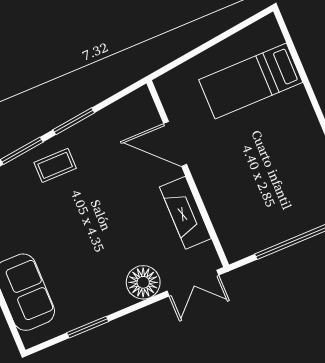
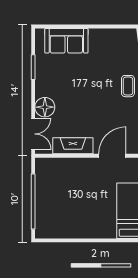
double door: (193, 283) -> (33, 134), swing flipped

